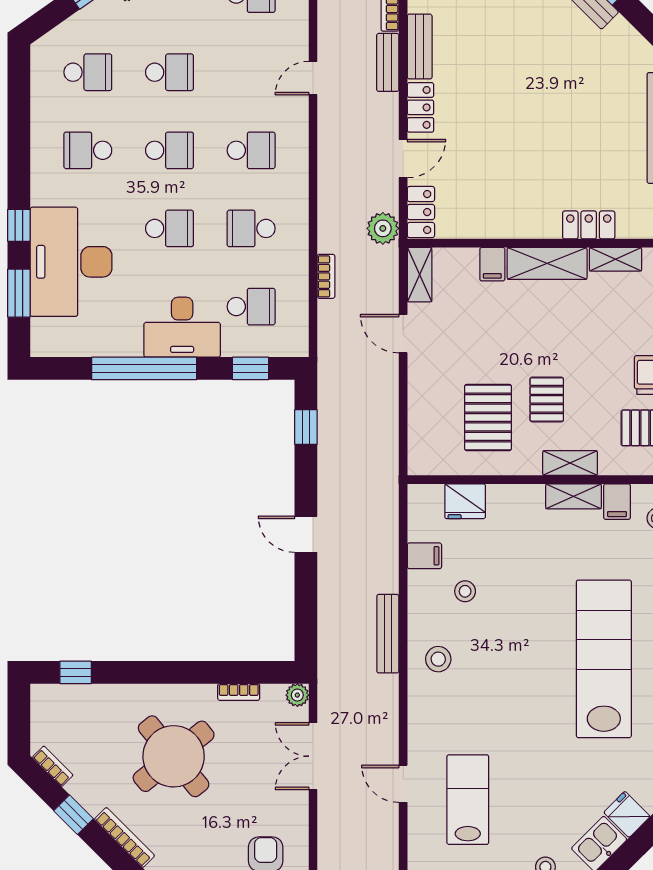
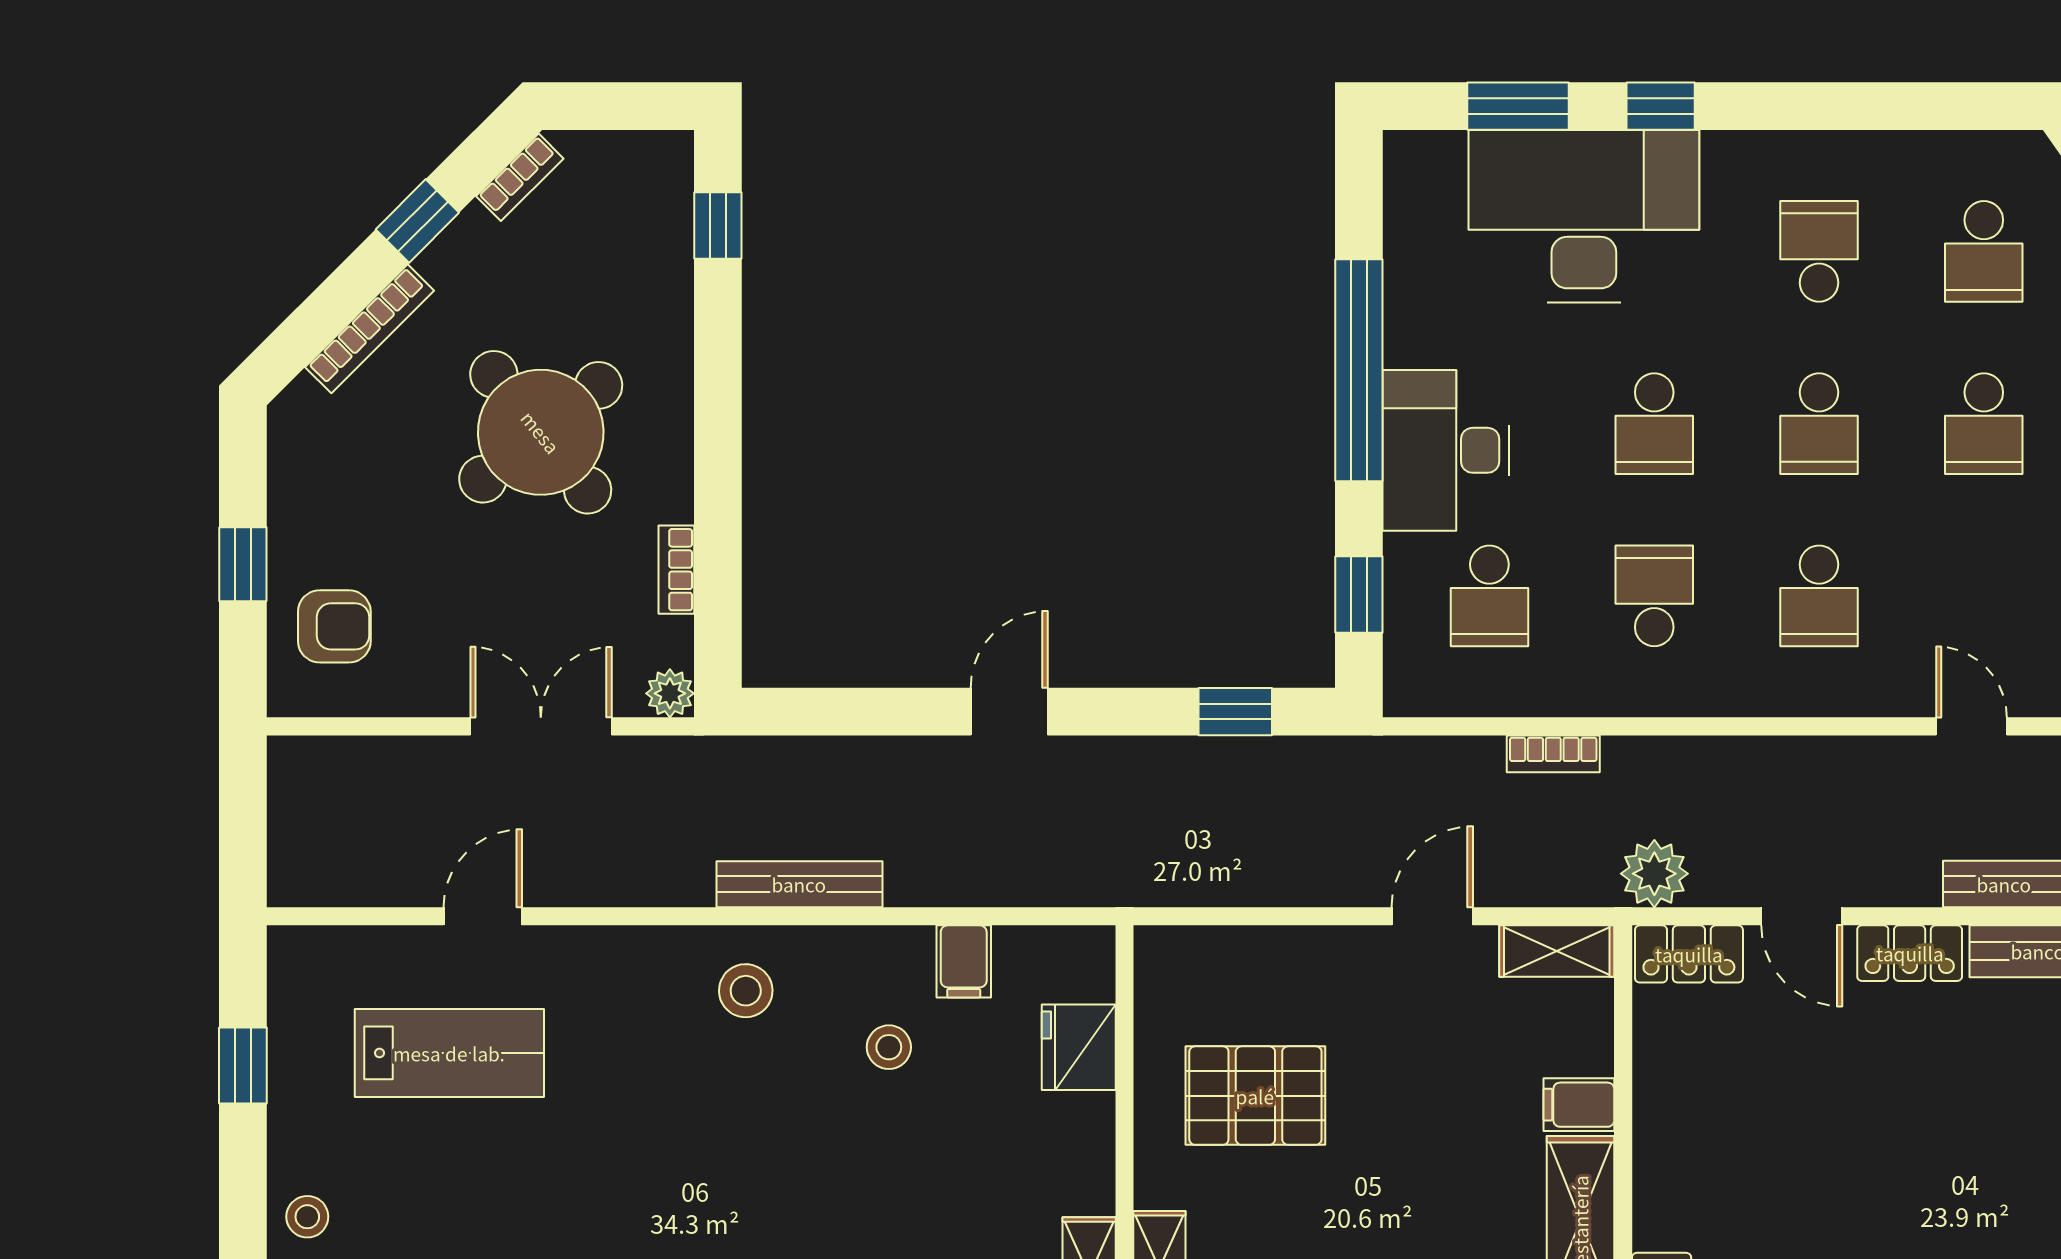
pallet: (547, 399) -> (1293, 1220), removed

